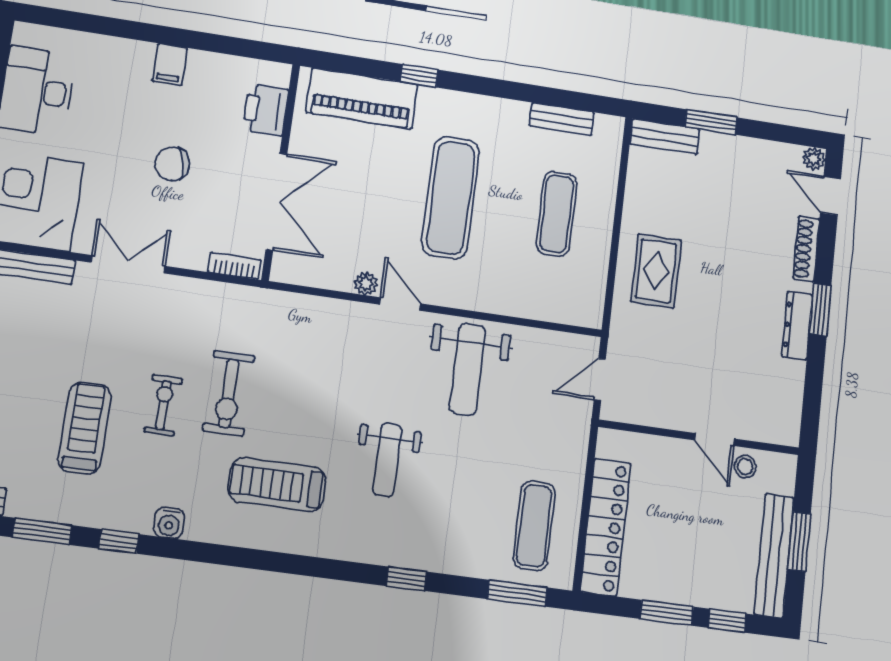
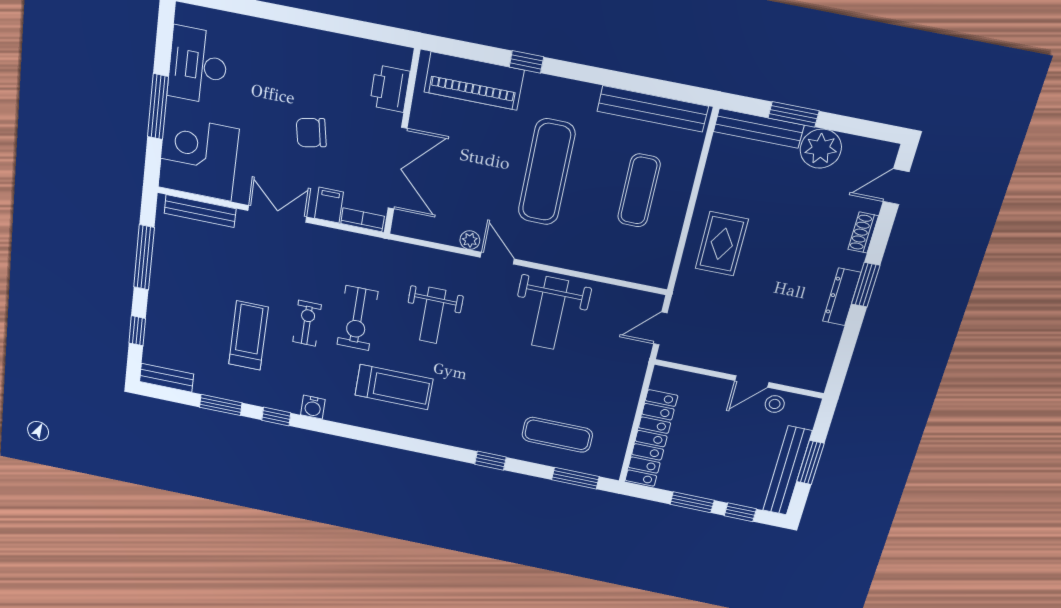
filing cabinet: (170, 64) -> (329, 205), moved, turned 180
bench: (562, 119) -> (653, 109), width x1.86, depth x1.21
bench: (665, 137) -> (759, 128), width x1.36
plant: (814, 159) -> (821, 149), moved, width x1.88, depth x1.88
door: (831, 196) -> (896, 187), hinge flipped
shoe rack: (806, 249) -> (863, 233), width x0.70
door: (714, 439) -> (752, 382), hinge flipped
weight bench: (387, 460) -> (433, 315), moved
treadmill: (277, 485) -> (394, 387), turned 180
exercise mat: (534, 526) -> (557, 435), moved, turned 90

